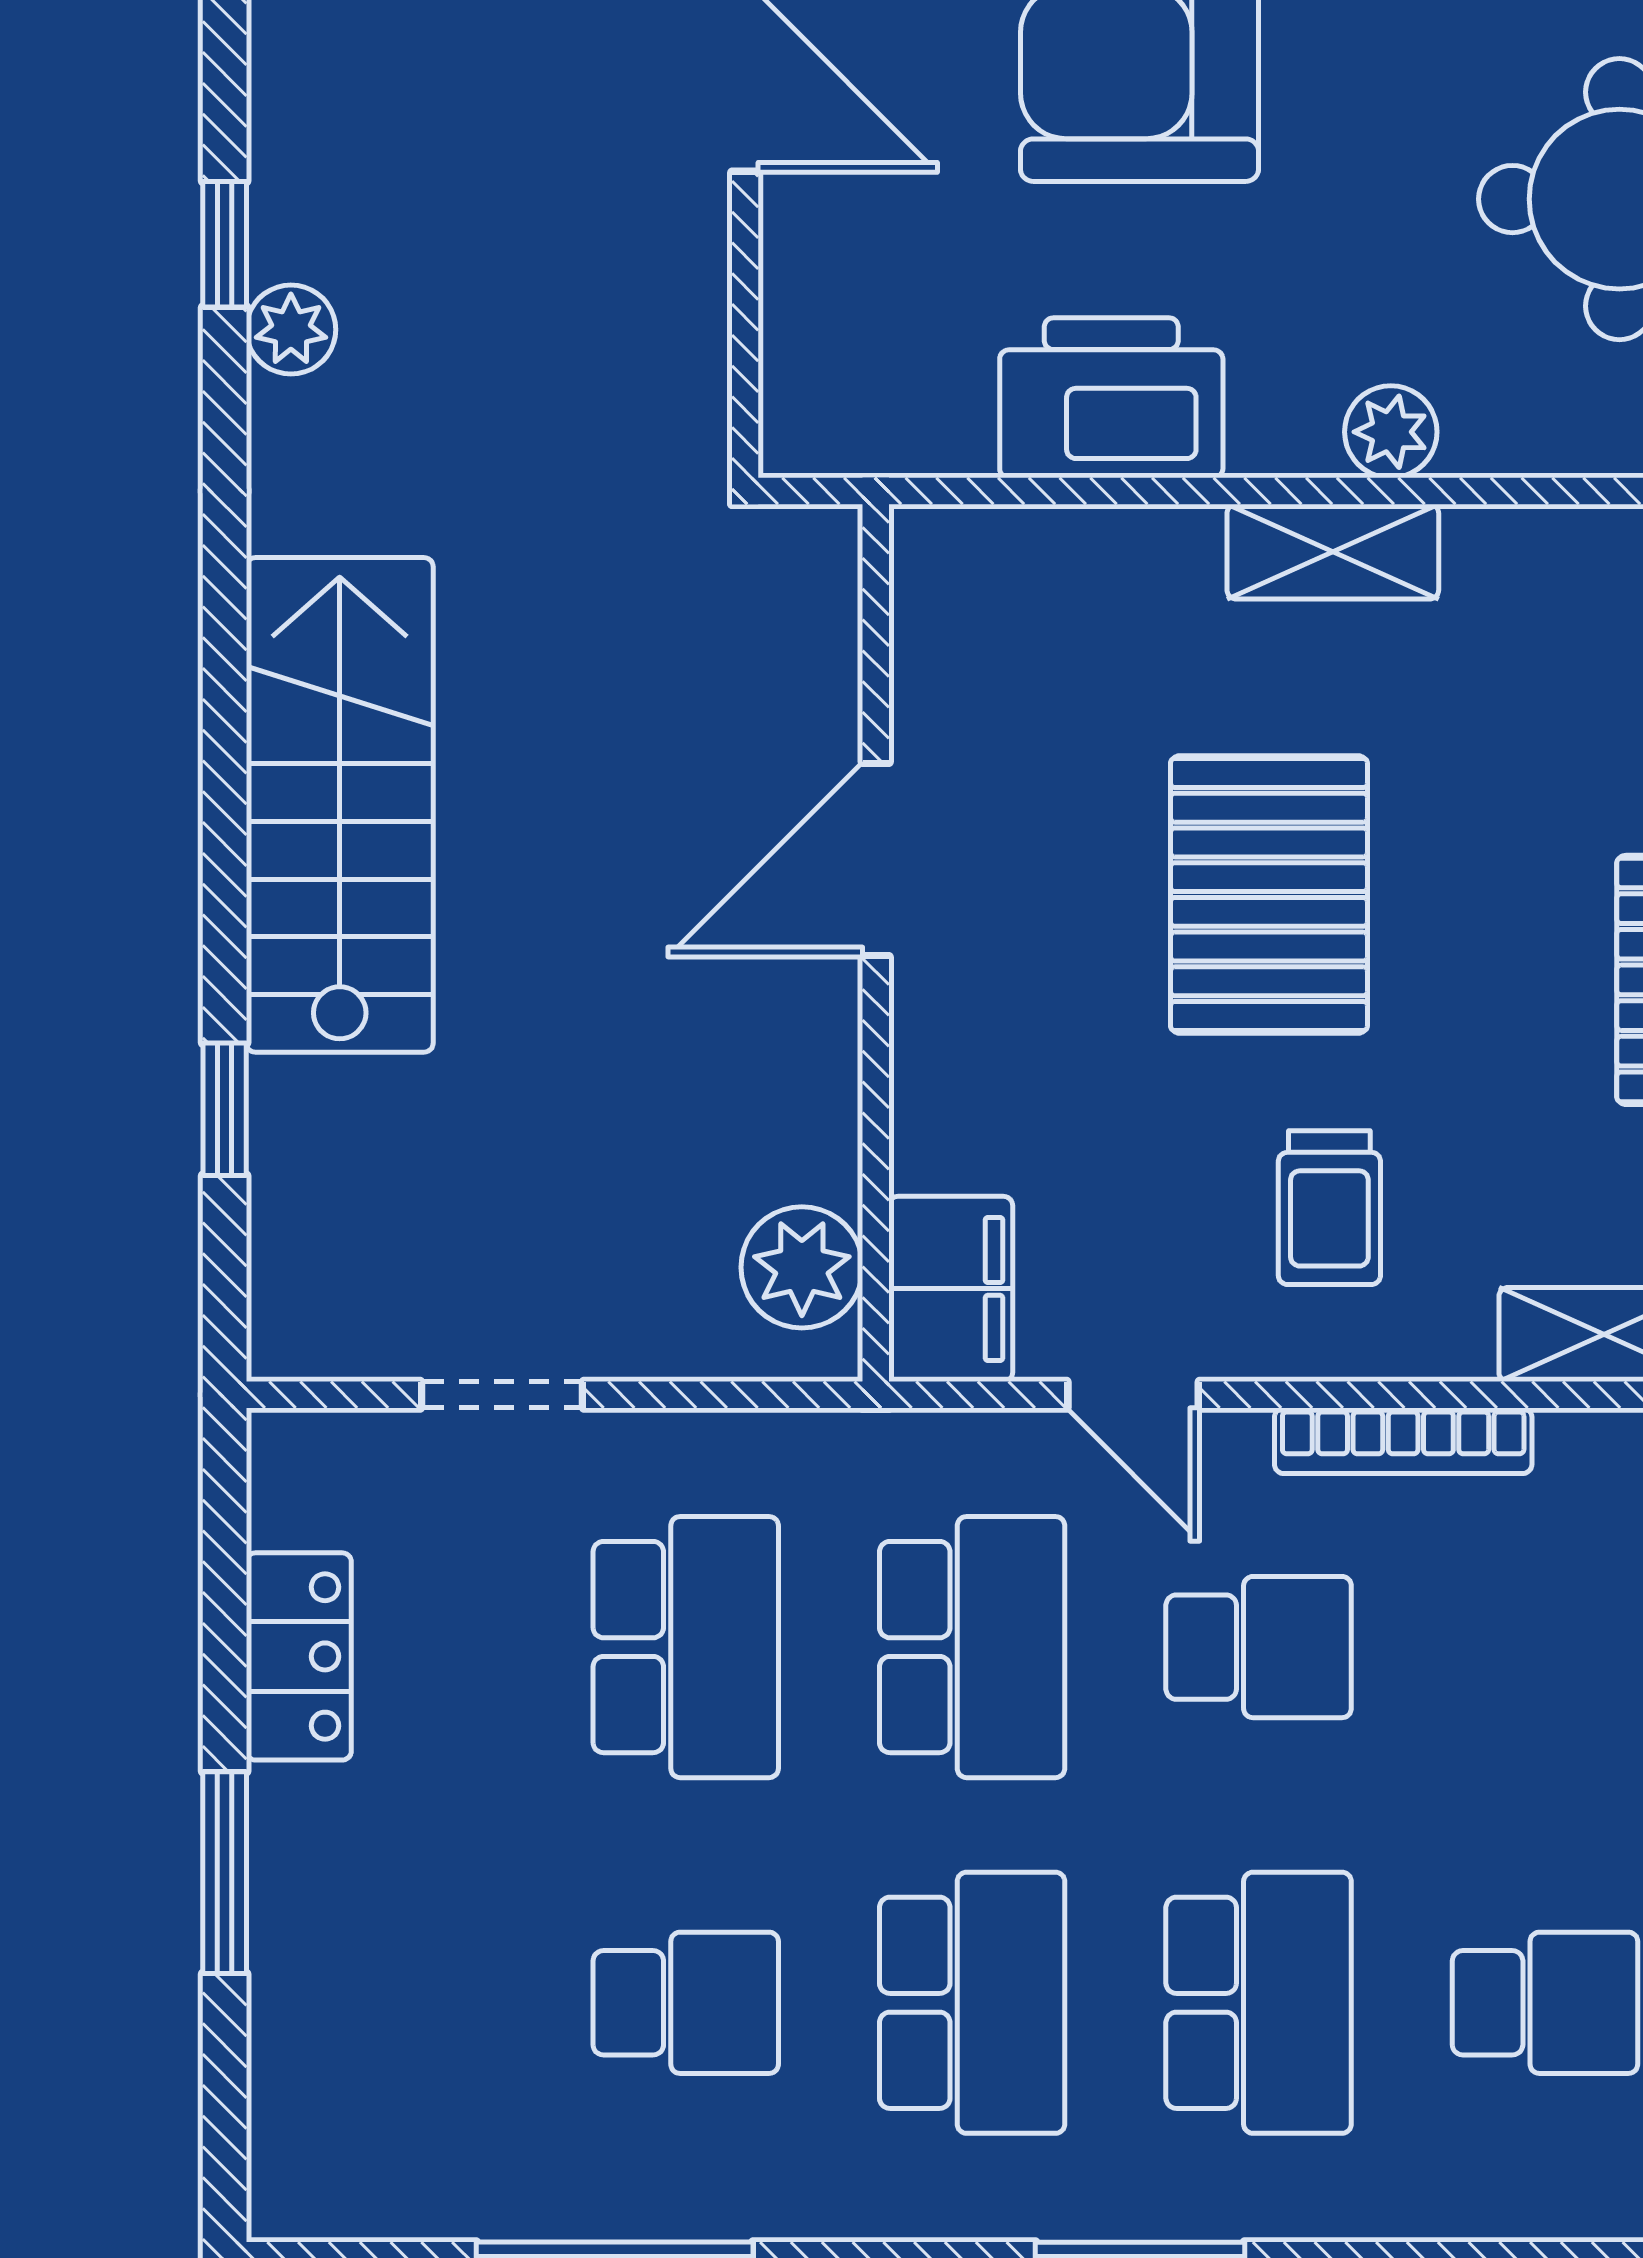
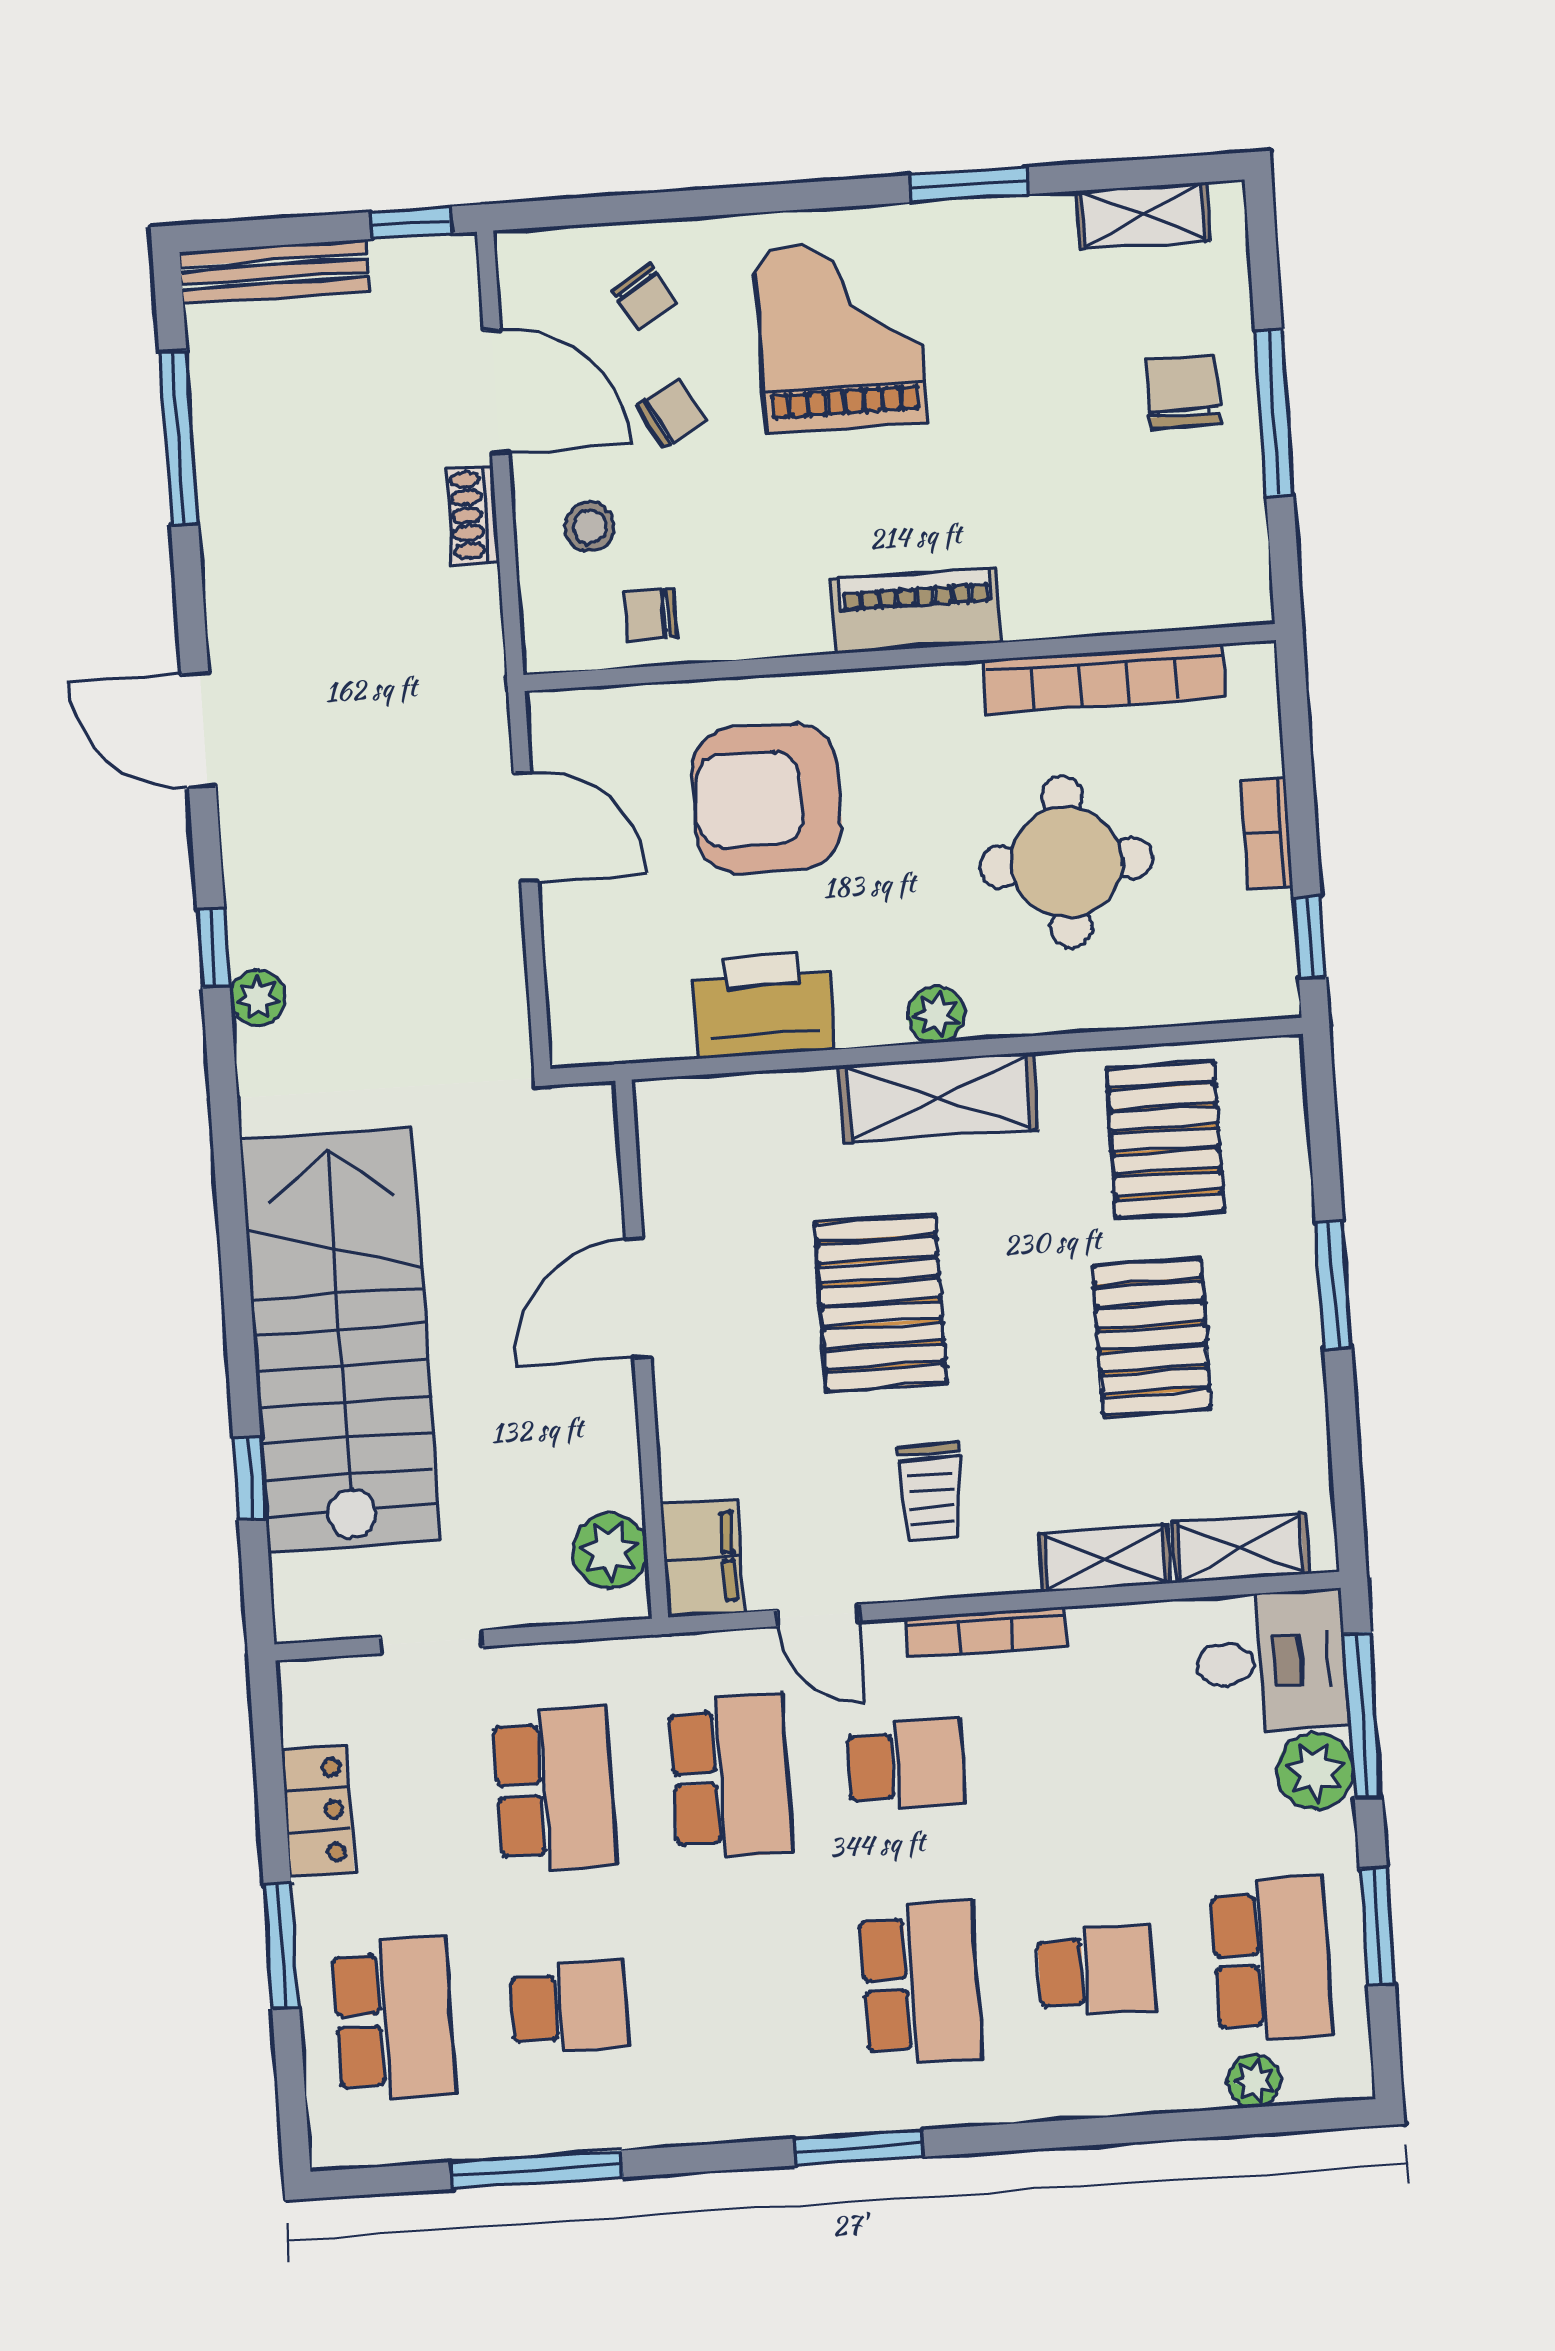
shelving: (1333, 552) -> (939, 1098), width x1.50, depth x1.33
stairs: (340, 805) -> (340, 1340), width x1.36, depth x1.51
school desk: (972, 2003) -> (394, 2019), moved

